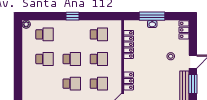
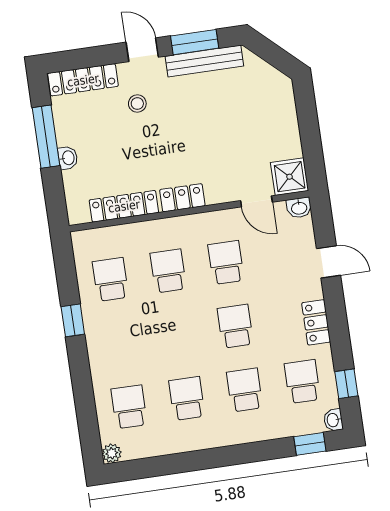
window: (73, 16) -> (73, 320), moved
window: (152, 16) -> (46, 137), moved
locker: (184, 30) -> (83, 80), width x1.53
school desk: (72, 59) -> (245, 390), moved
locker: (129, 81) -> (182, 198), moved

